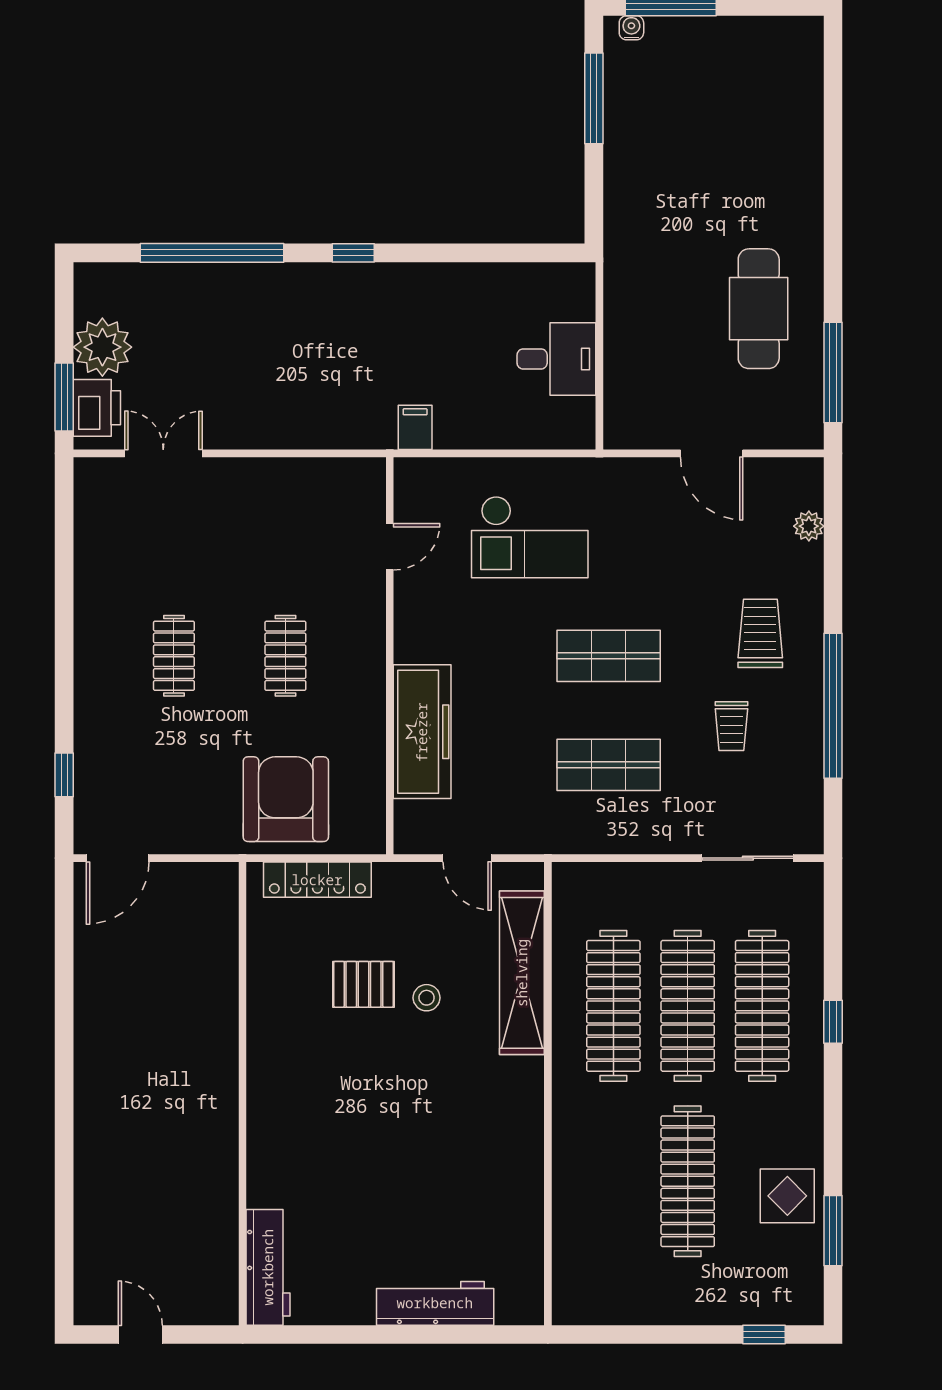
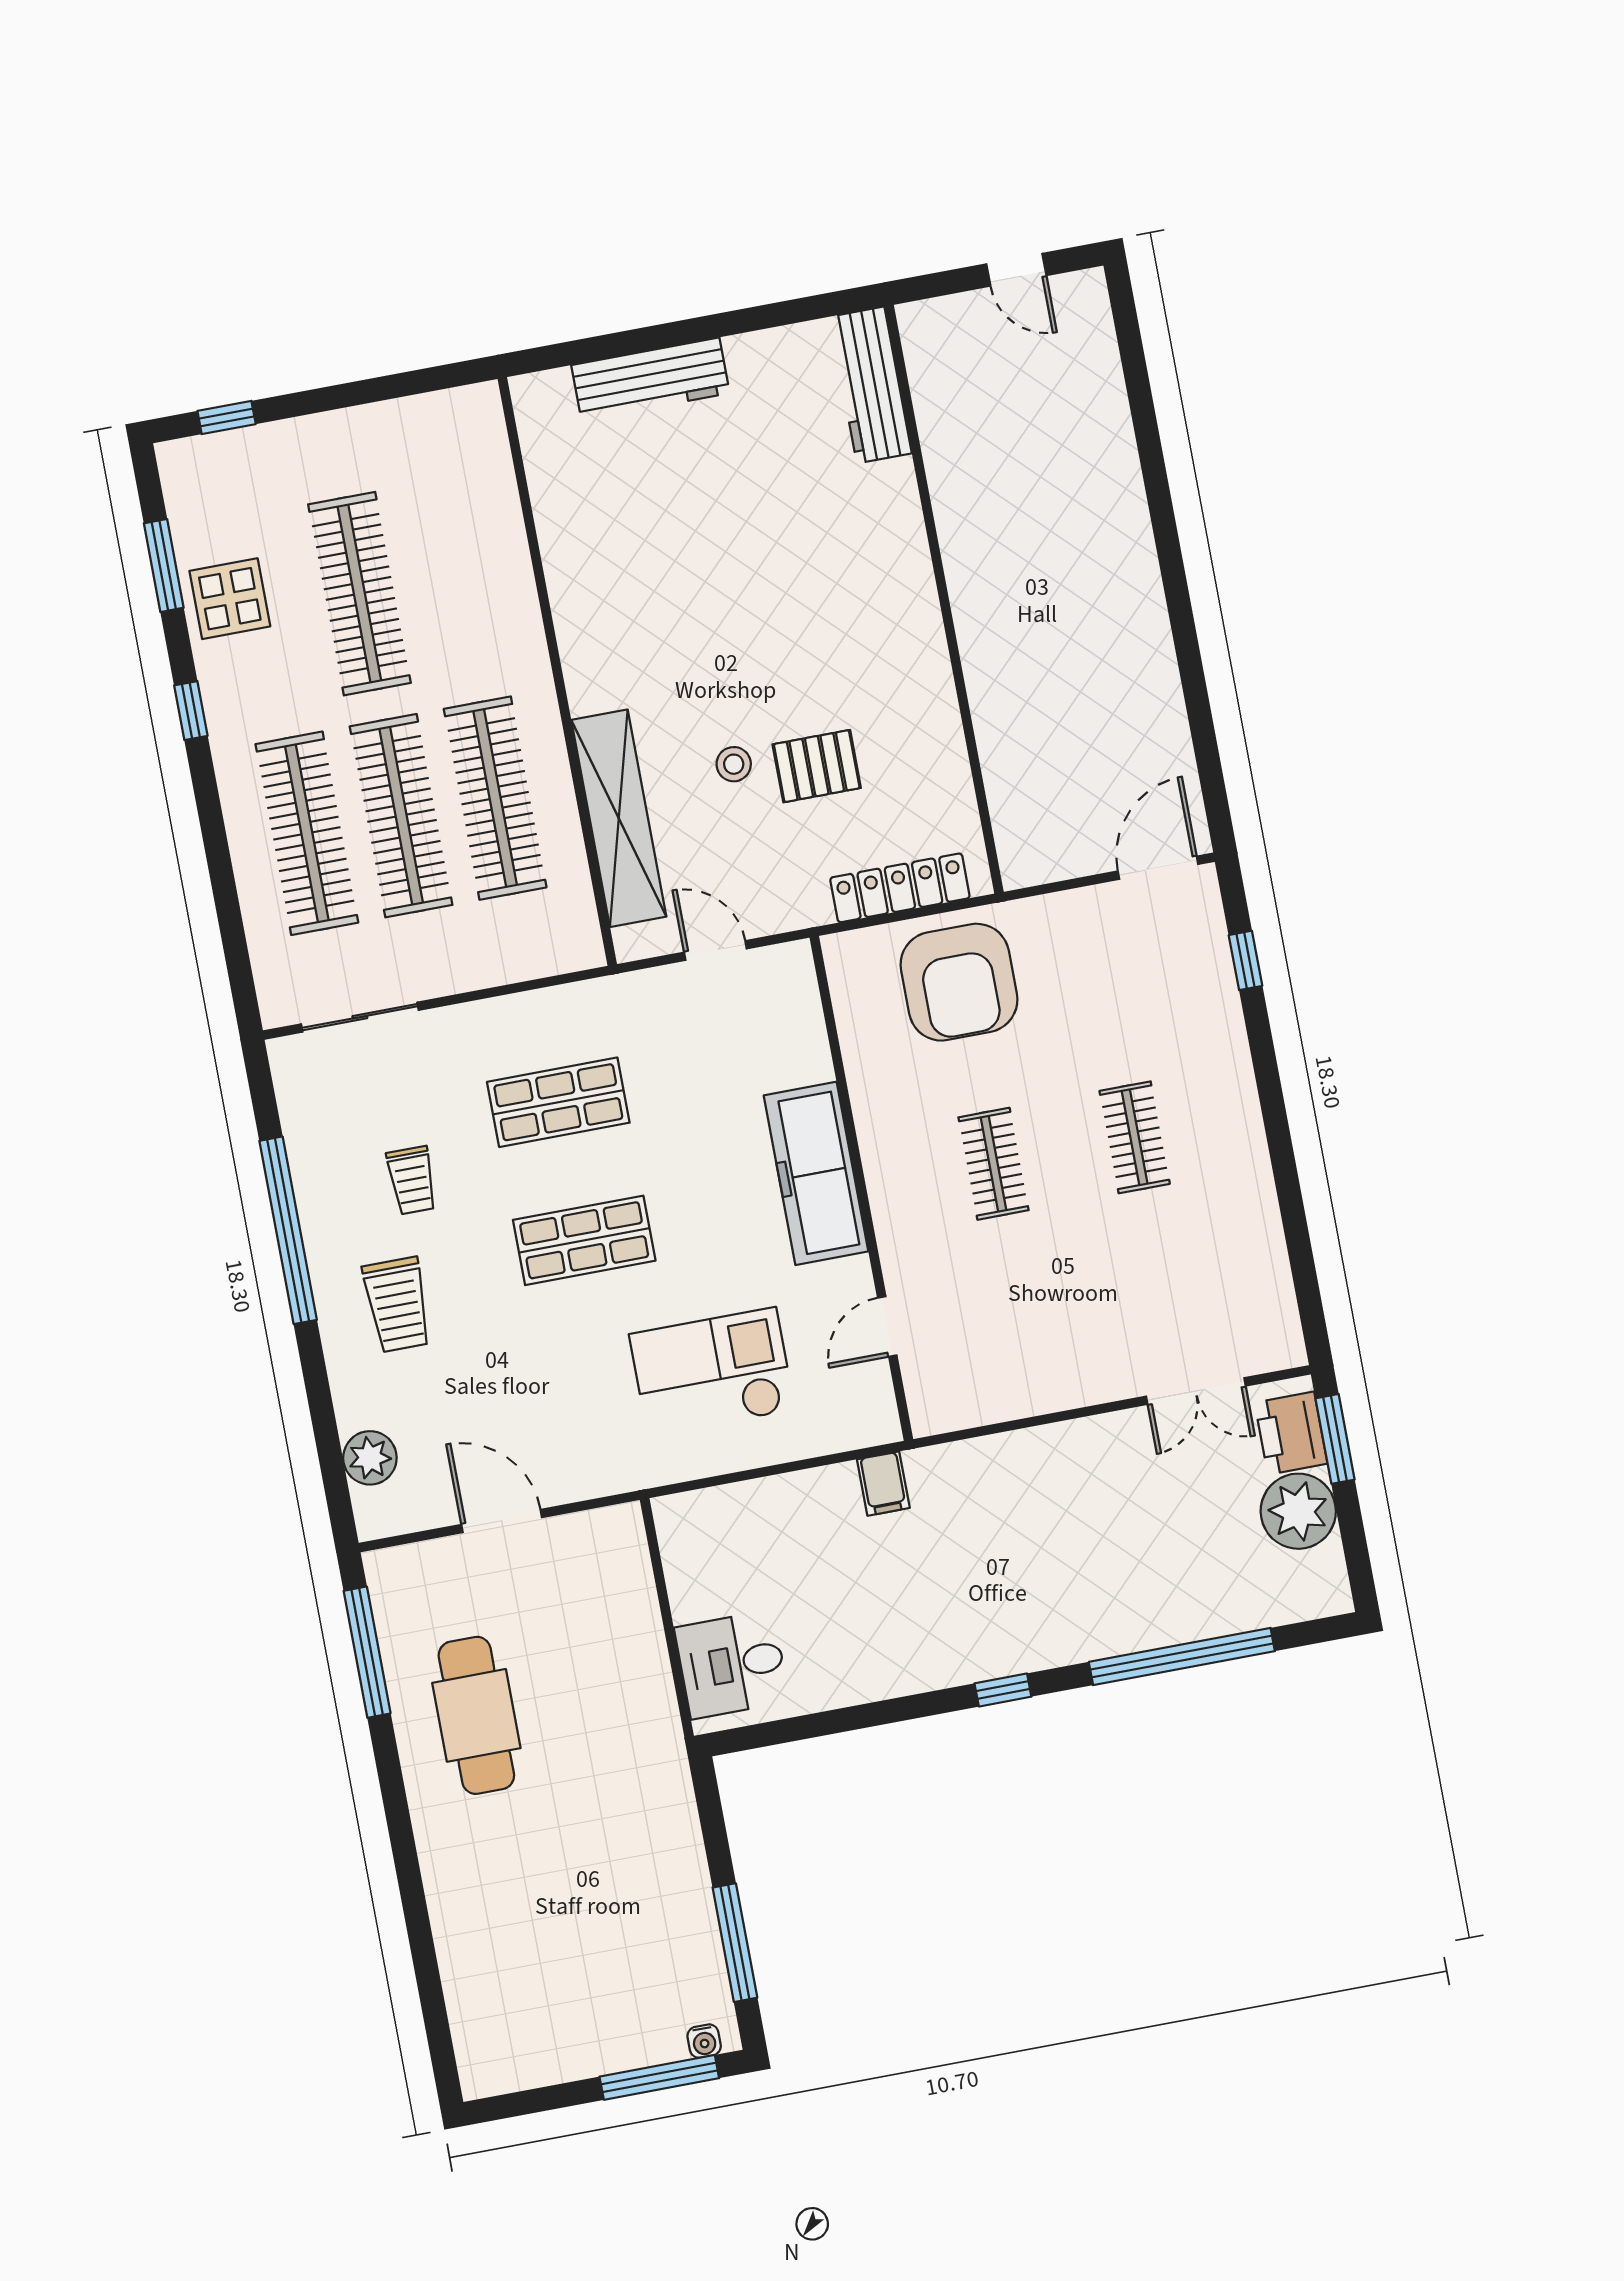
desk: (556, 359) -> (732, 1664), moved
plant: (809, 526) -> (370, 1458), width x1.38, depth x1.38
trolley: (731, 726) -> (412, 1180), turned 180
freezer: (422, 732) -> (816, 1173), moved
window: (833, 1022) -> (191, 711), moved

